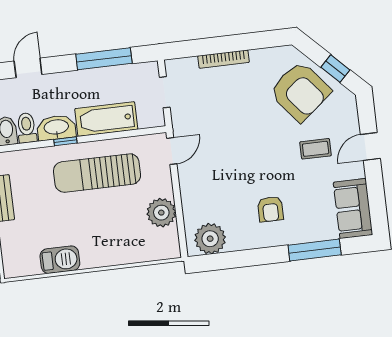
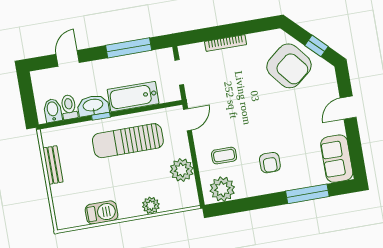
coffee table: (316, 149) -> (224, 156), moved
plant: (121, 254) -> (151, 205), added

